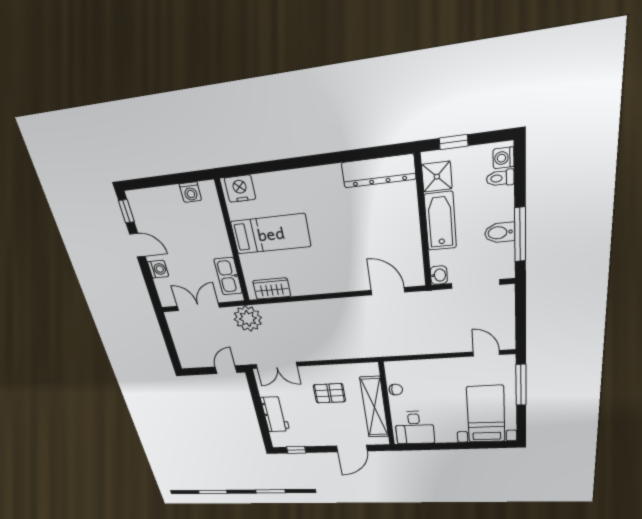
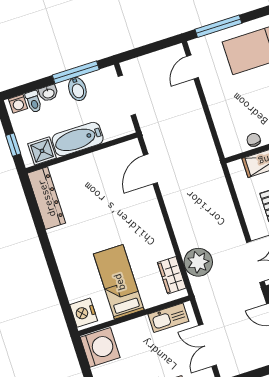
washing machine: (190, 192) -> (100, 347), width x1.89, depth x1.89
washbasin: (439, 275) -> (48, 93), moved, turned 180
plant: (248, 319) -> (198, 262), moved

